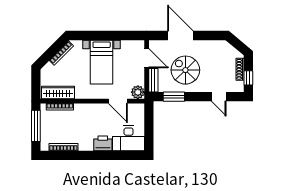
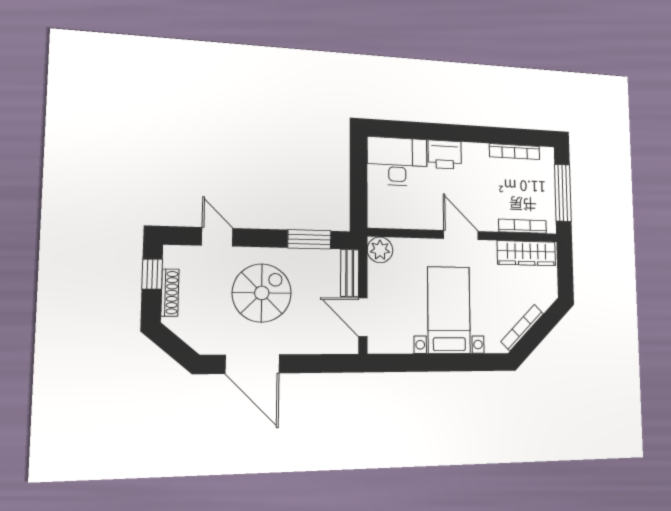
door: (180, 36) -> (252, 364), moved
spiral stairs: (185, 70) -> (262, 293), moved, turned -90
door: (118, 101) -> (461, 235), moved

